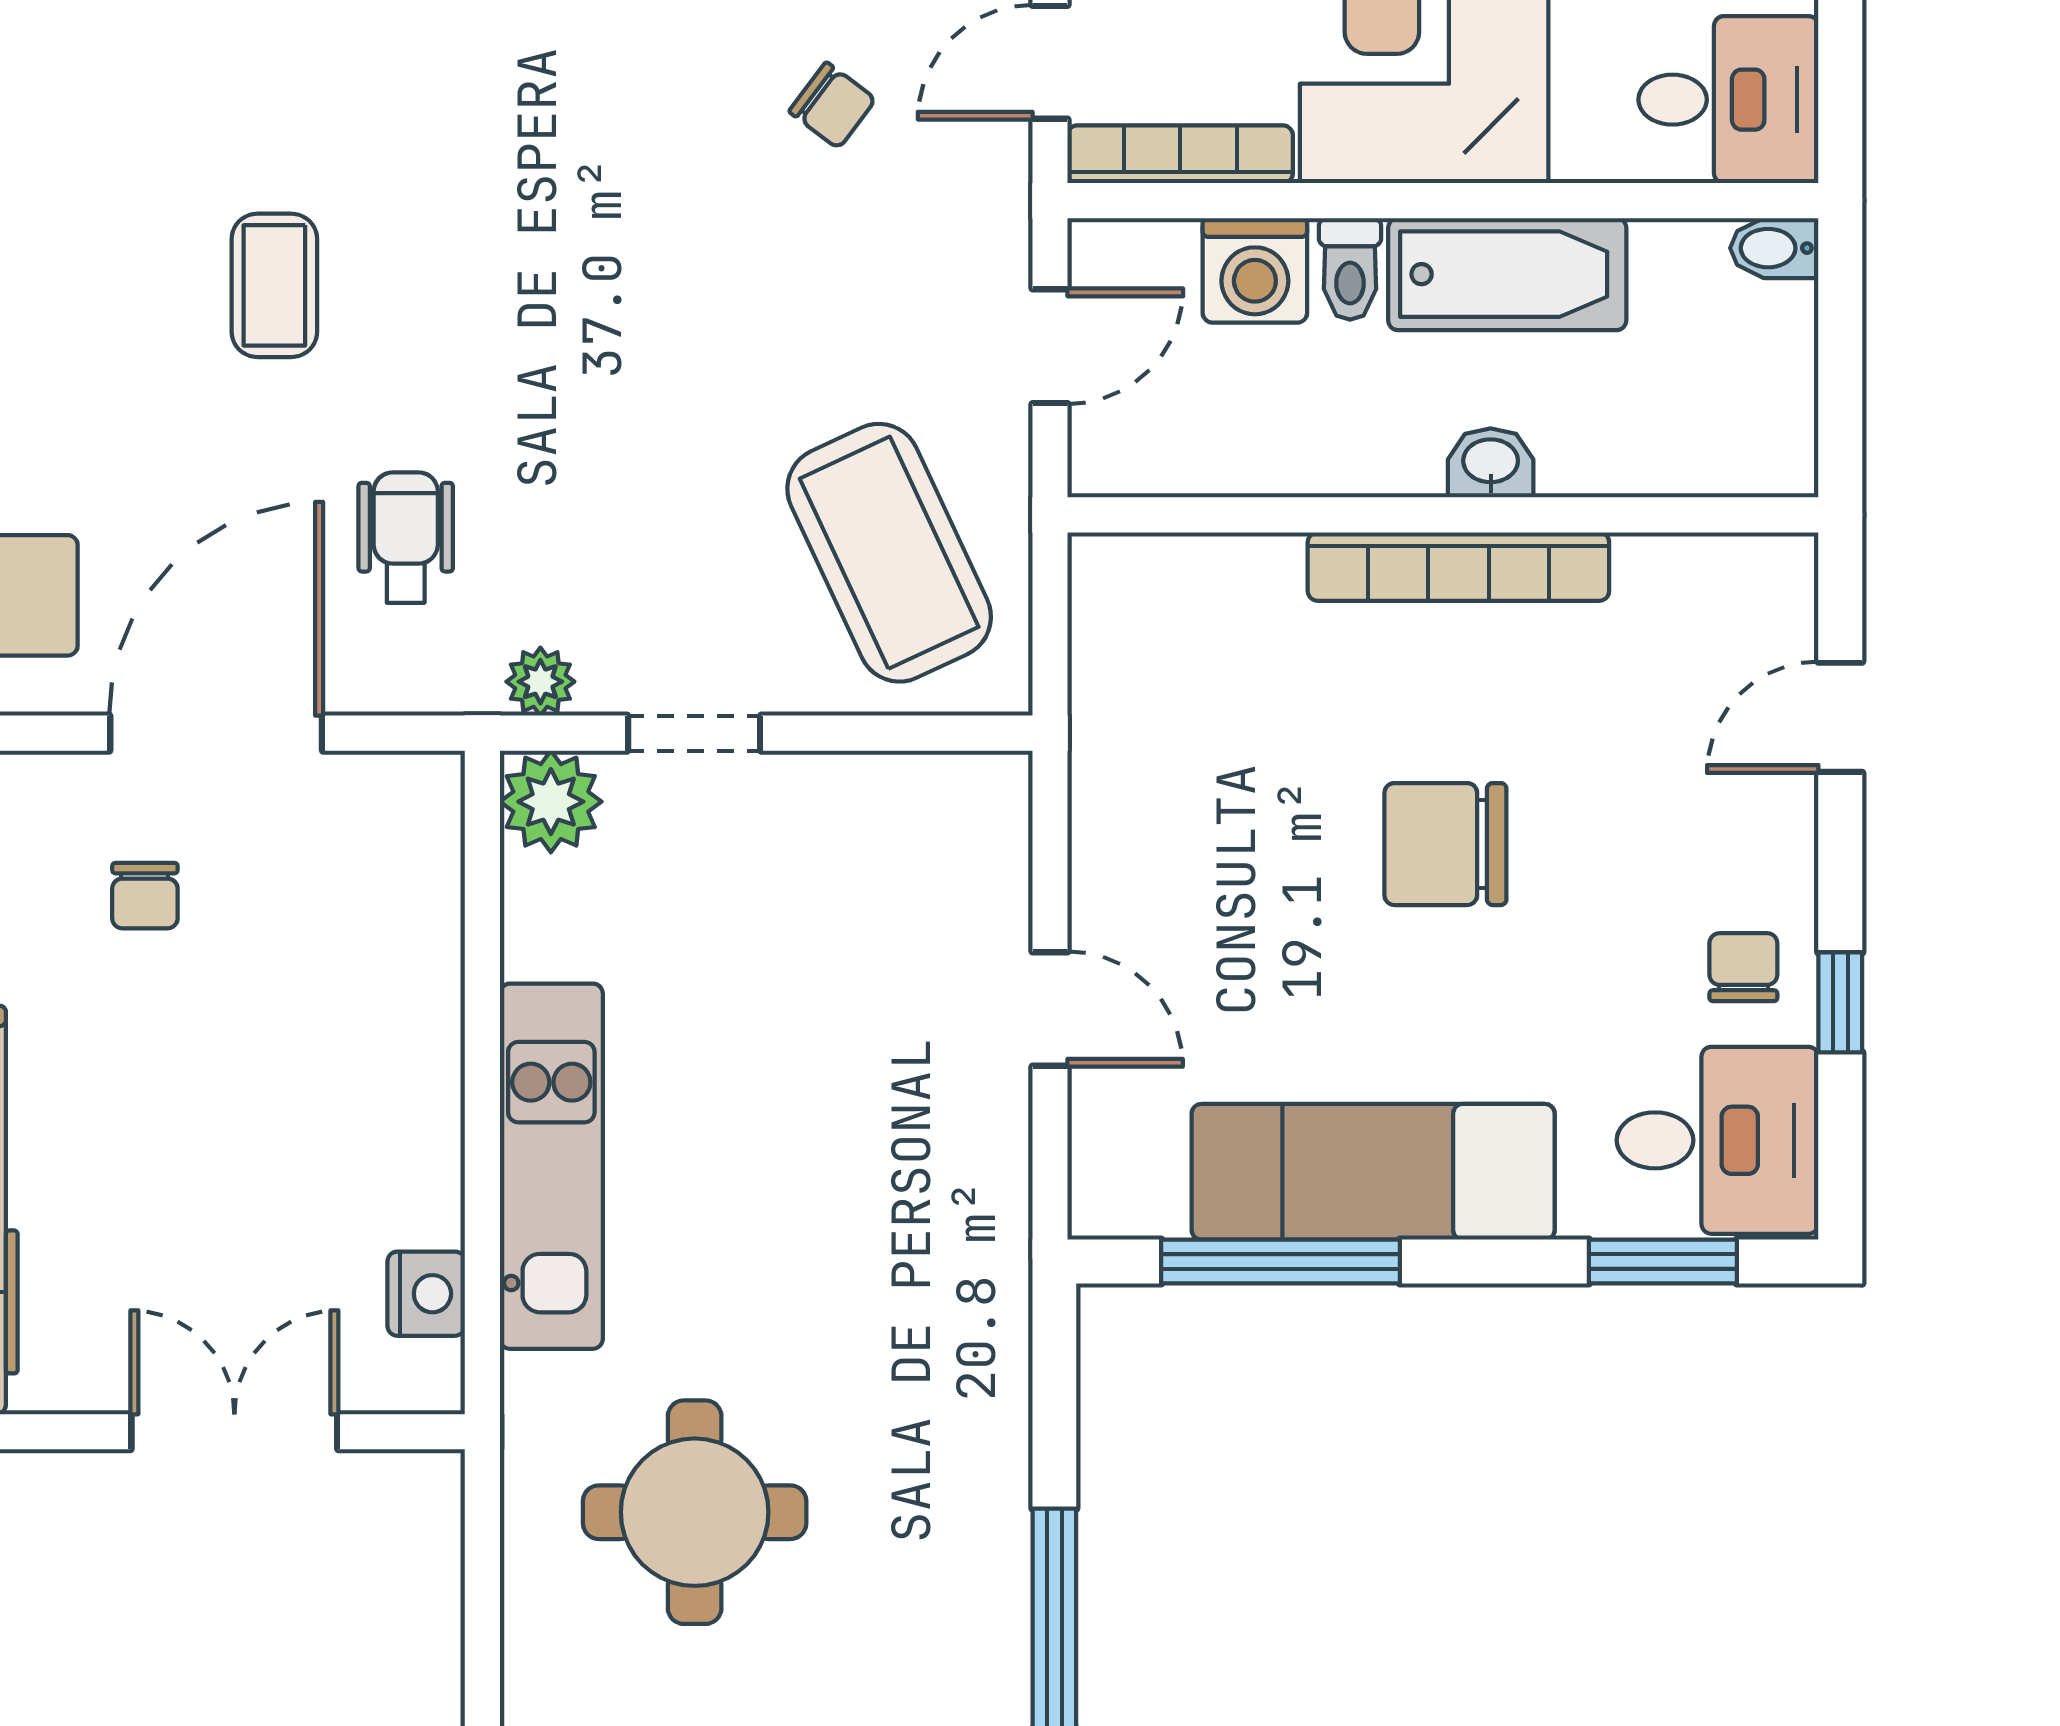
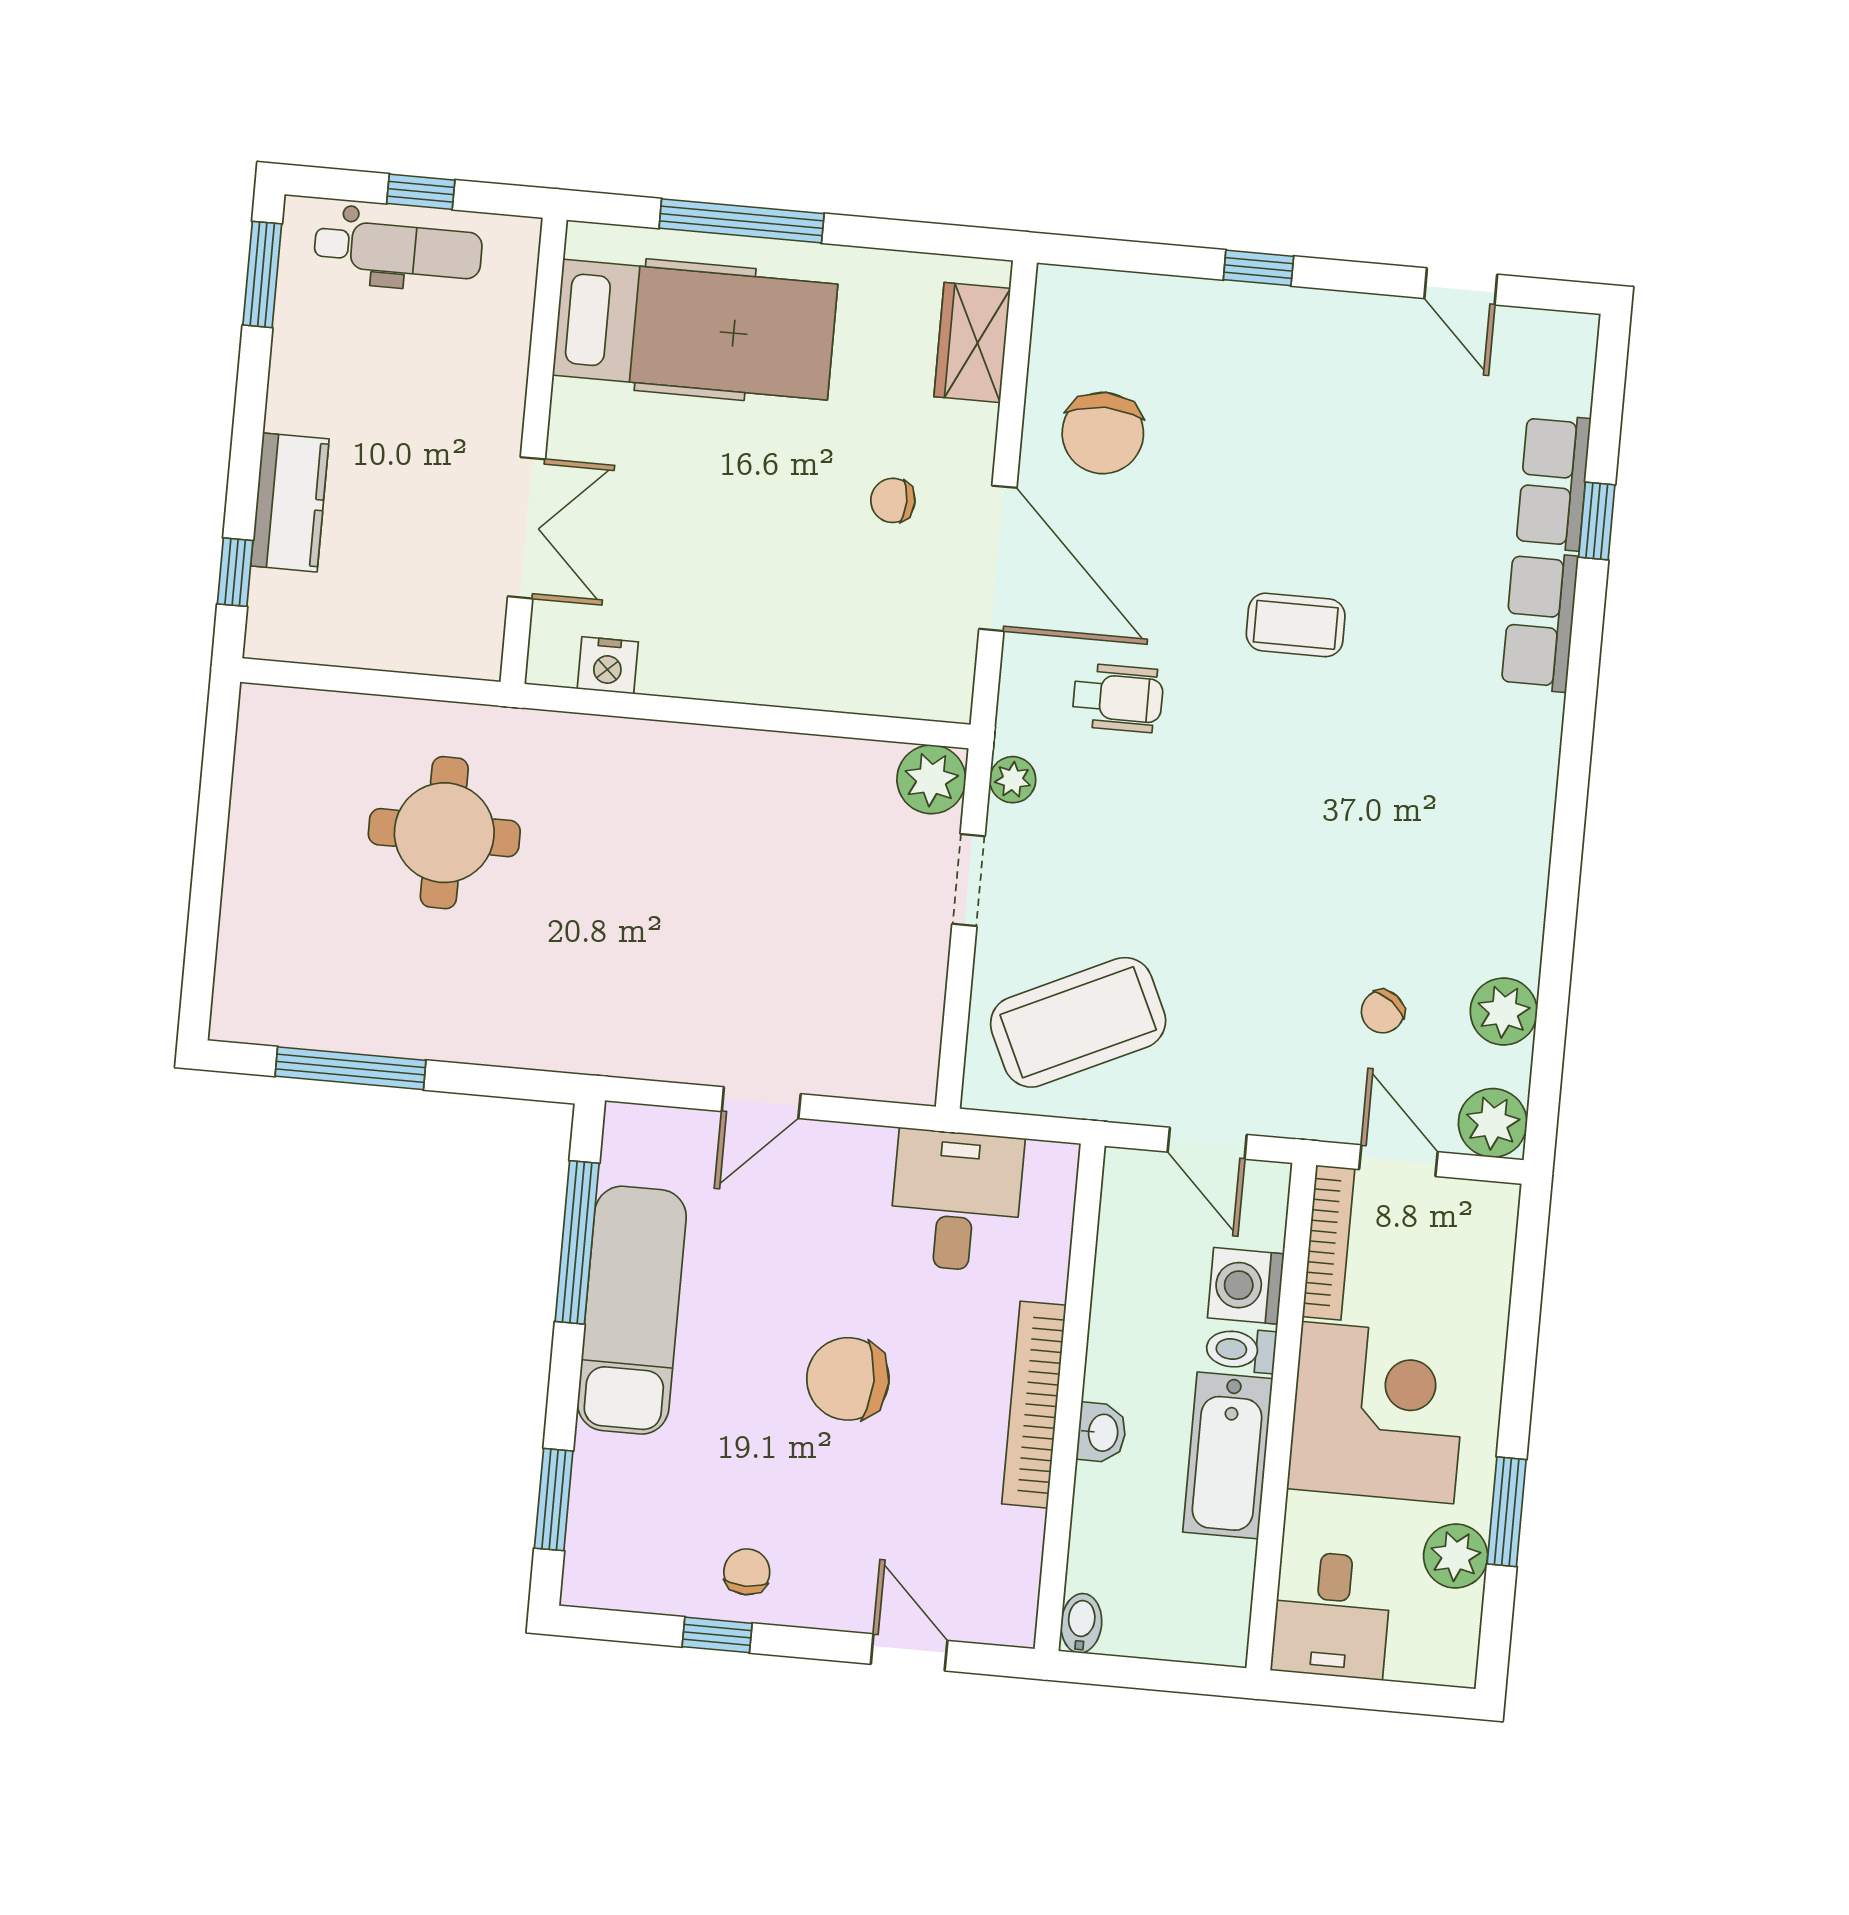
bidet: (1774, 248) -> (1081, 1623), moved
chair: (1445, 844) -> (848, 1379), turned -90
chair: (1743, 967) -> (747, 1572), turned -90
desk: (1718, 1140) -> (956, 1201), moved, turned 180
kitchen unit: (551, 1166) -> (686, 757), removed

